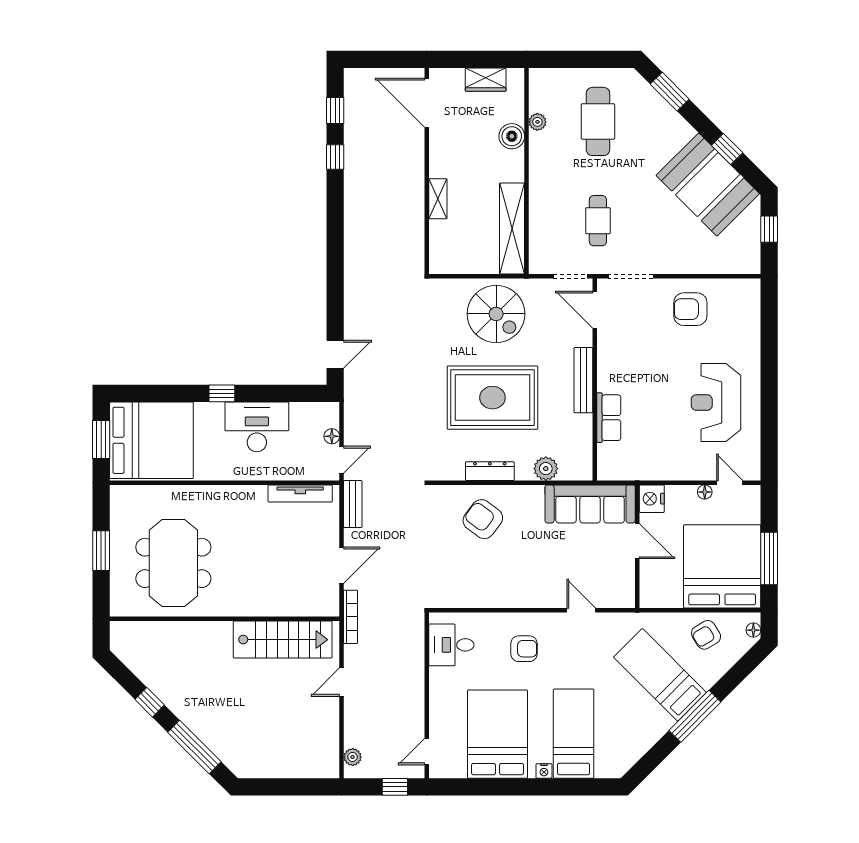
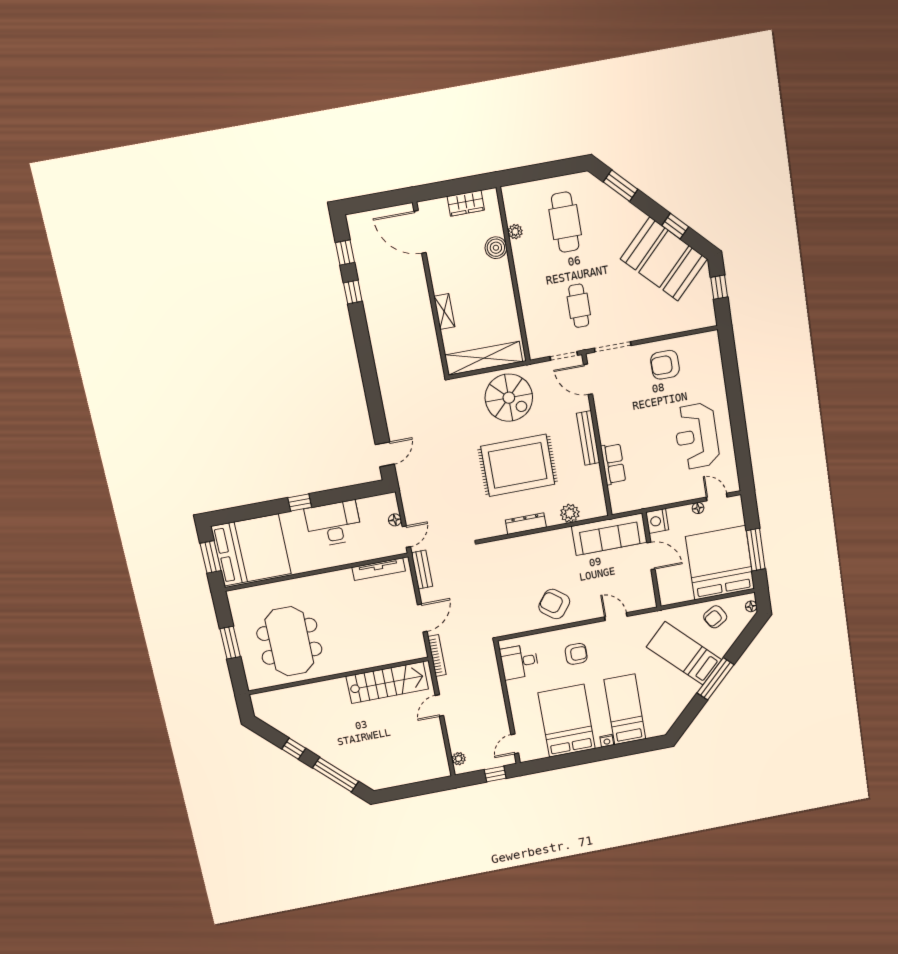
shelving: (512, 229) -> (484, 358), moved, turned 90
armchair: (483, 519) -> (554, 604), moved

